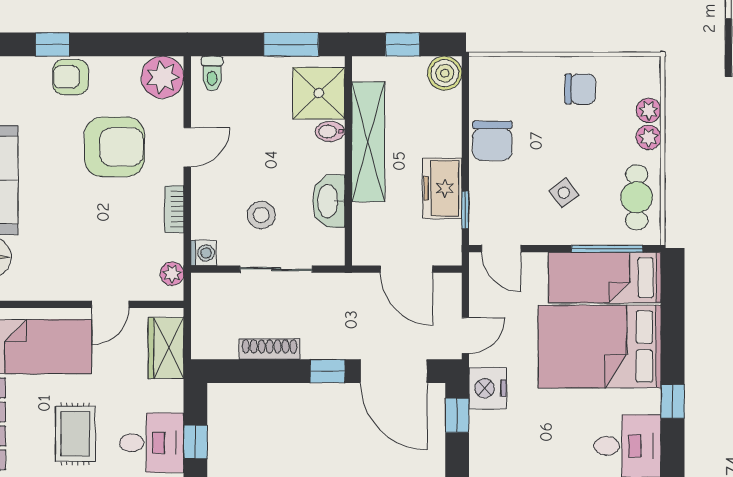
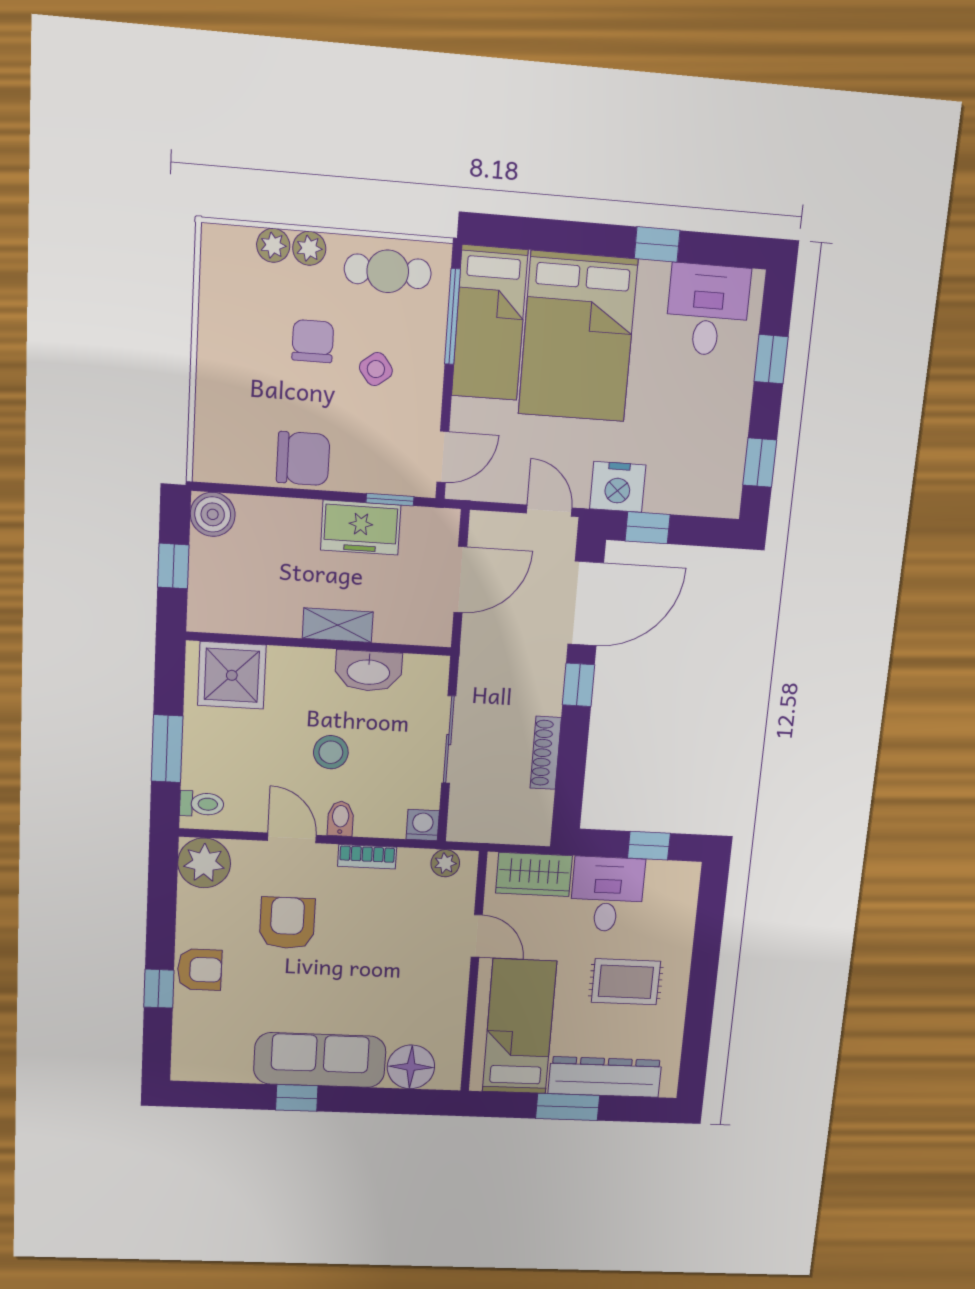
window: (291, 44) -> (167, 749), moved
armchair: (71, 77) -> (200, 970), turned -90
chair: (580, 89) -> (313, 341), moved
bidet: (330, 131) -> (341, 819), moved, turned 180
shelving: (368, 142) -> (338, 625), width x0.45, depth x0.75
armchair: (114, 147) -> (287, 923), width x0.73, depth x0.73
stool: (261, 215) -> (331, 752), moved
desk: (152, 443) -> (607, 894), moved

